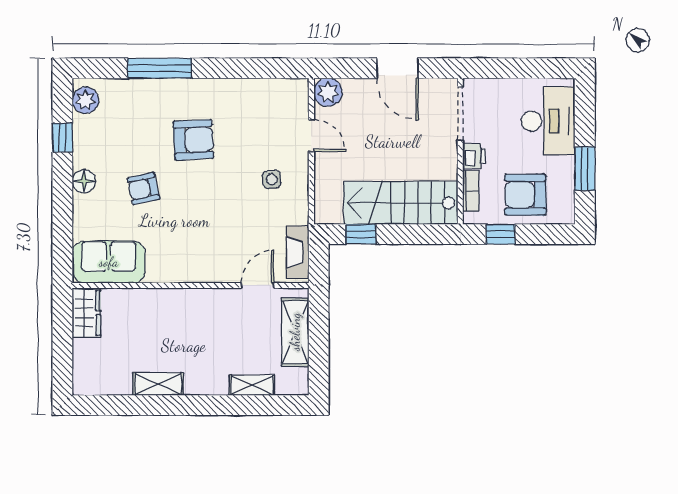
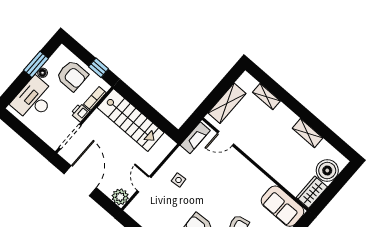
door: (397, 68) -> (80, 181), width x1.36
floor lamp: (567, 165) -> (43, 73), added
window: (361, 234) -> (160, 121), removed
boiler: (91, 358) -> (327, 171), added

